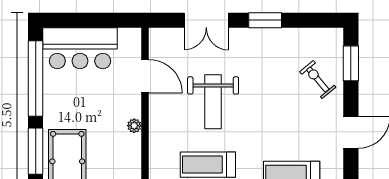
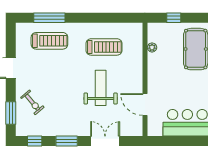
window: (314, 20) -> (35, 141), added
plant: (134, 126) -> (152, 47), moved

